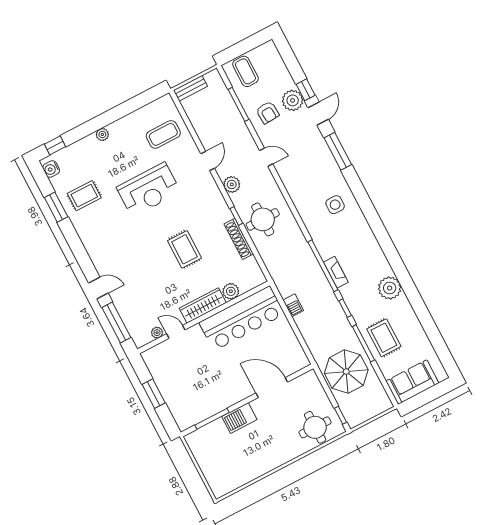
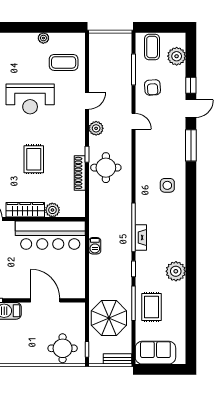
bench: (190, 88) -> (117, 359), moved
plant: (293, 100) -> (177, 56), moved
plant: (102, 135) -> (43, 38), moved

